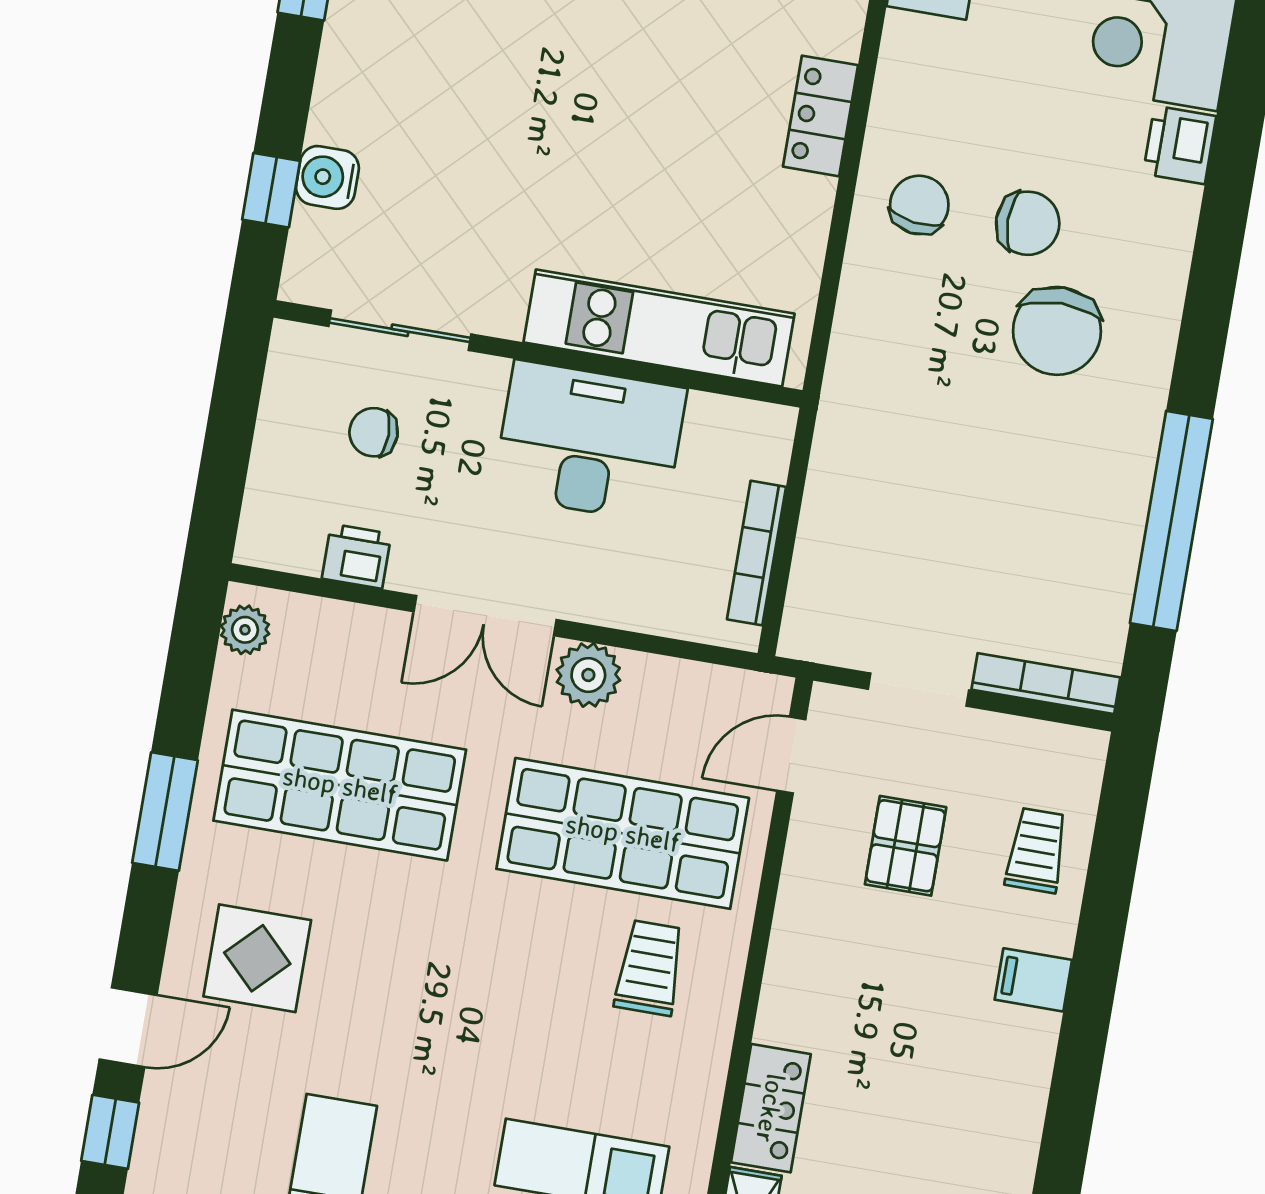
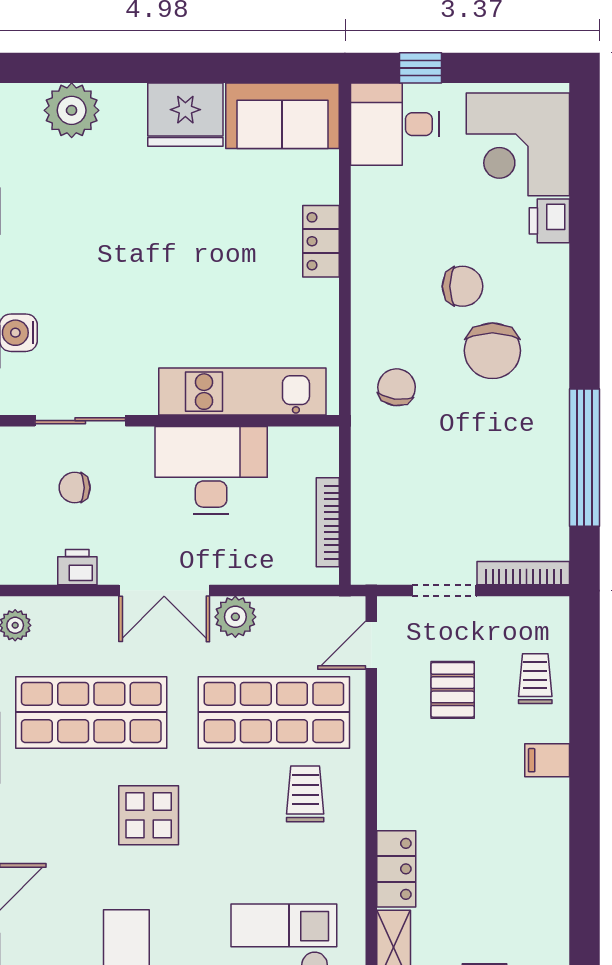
chair: (919, 205) -> (397, 387), moved
display table: (257, 958) -> (149, 815), moved

